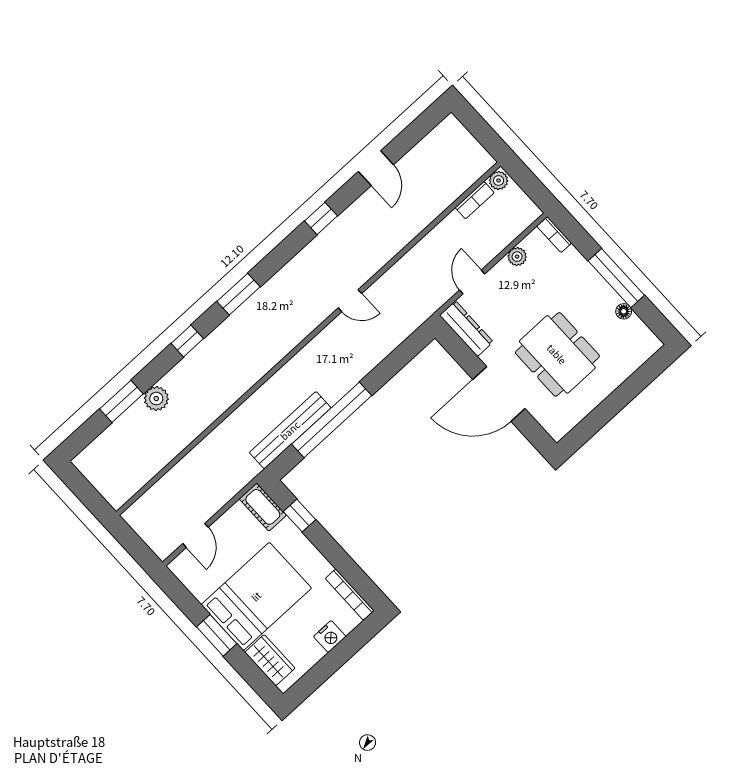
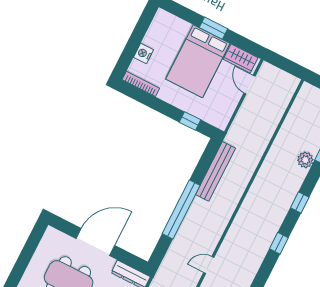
window: (239, 294) -> (279, 243), width x0.67
window: (332, 420) -> (181, 209), moved
cot: (263, 507) -> (215, 118), removed
wardrobe: (270, 660) -> (241, 58), moved

